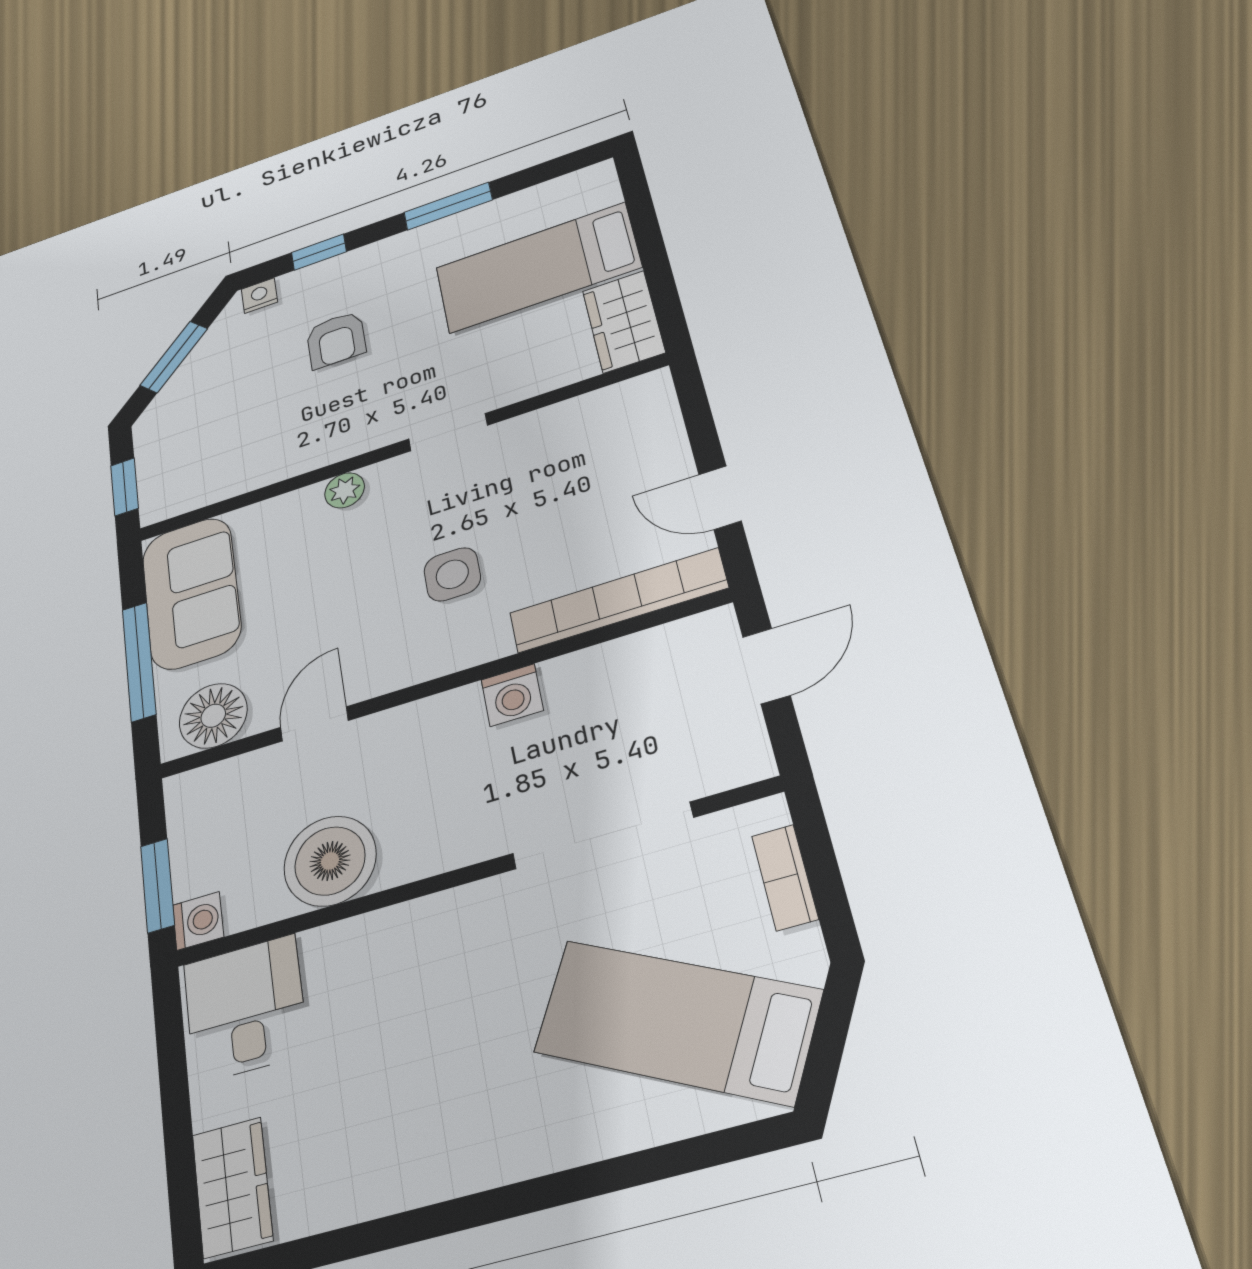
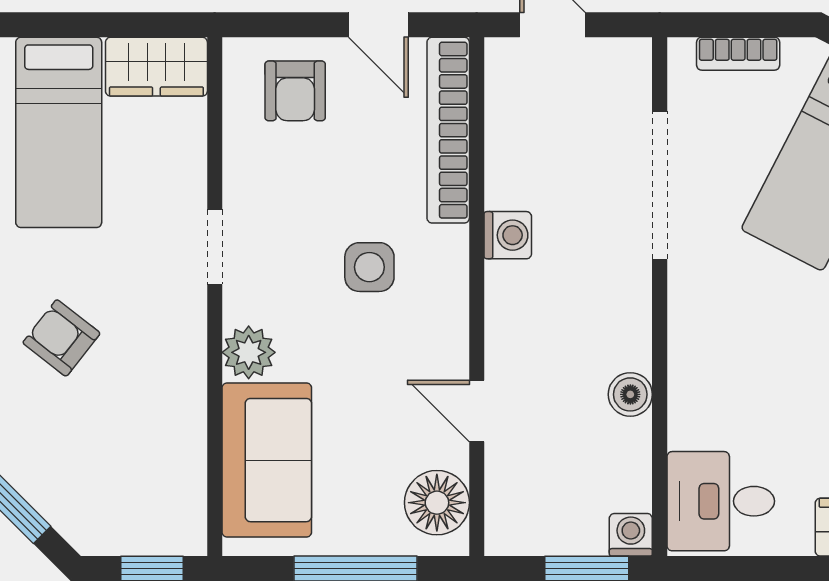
armchair: (336, 340) -> (61, 338), turned -142
armchair: (627, 447) -> (295, 91), added
plant: (345, 490) -> (249, 352), width x1.38, depth x1.38
door: (720, 498) -> (378, 25), hinge flipped
sofa: (191, 593) -> (267, 460), moved, turned 90
boiler: (330, 861) -> (630, 394), width x0.54, depth x0.54

